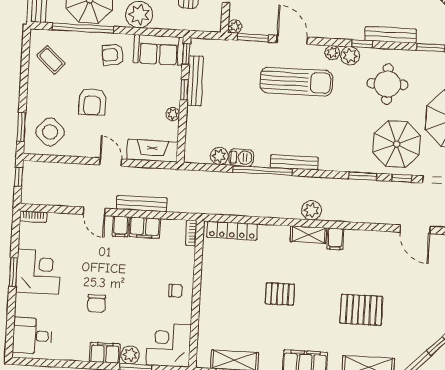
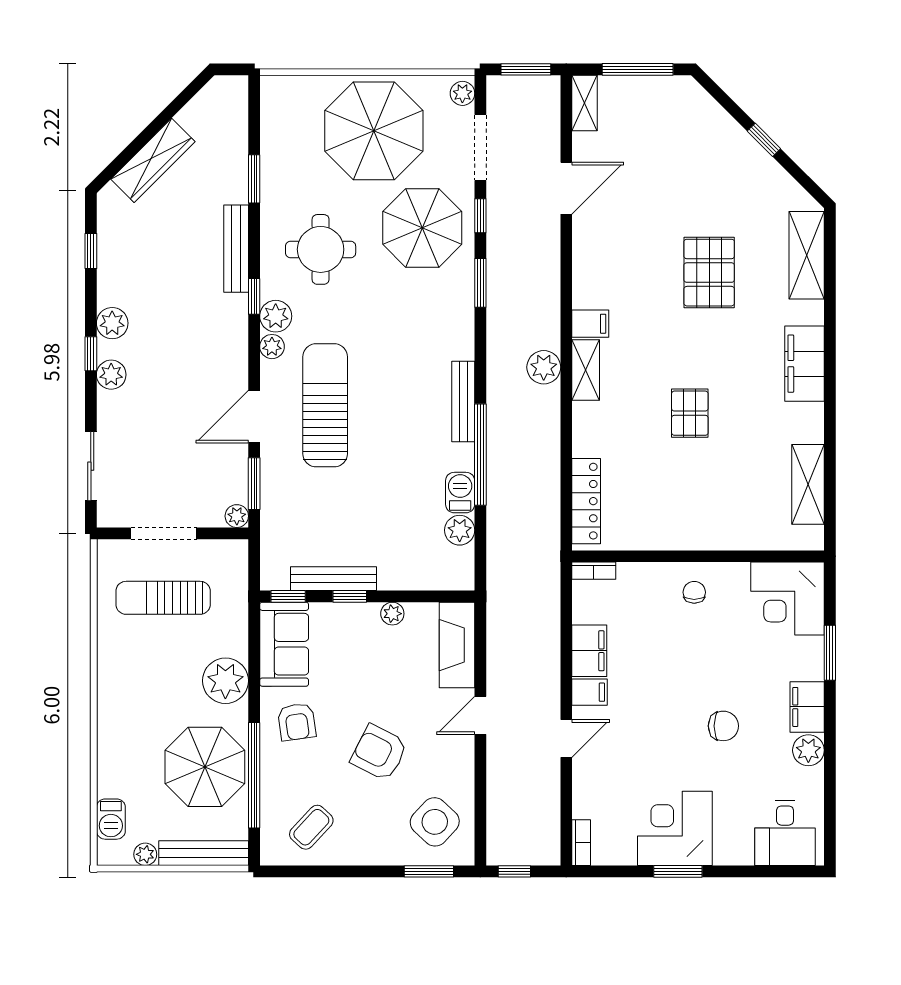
armchair: (92, 102) -> (379, 753), turned -153
bench: (142, 204) -> (549, 658), removed
plant: (130, 355) -> (808, 750), moved

